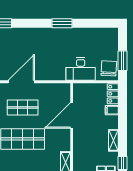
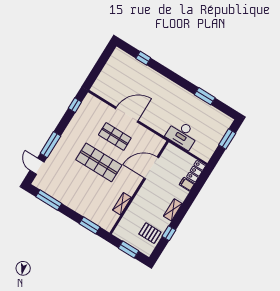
window: (62, 23) -> (205, 96), moved
window: (123, 61) -> (227, 139), moved
chair: (109, 68) -> (206, 148), removed

